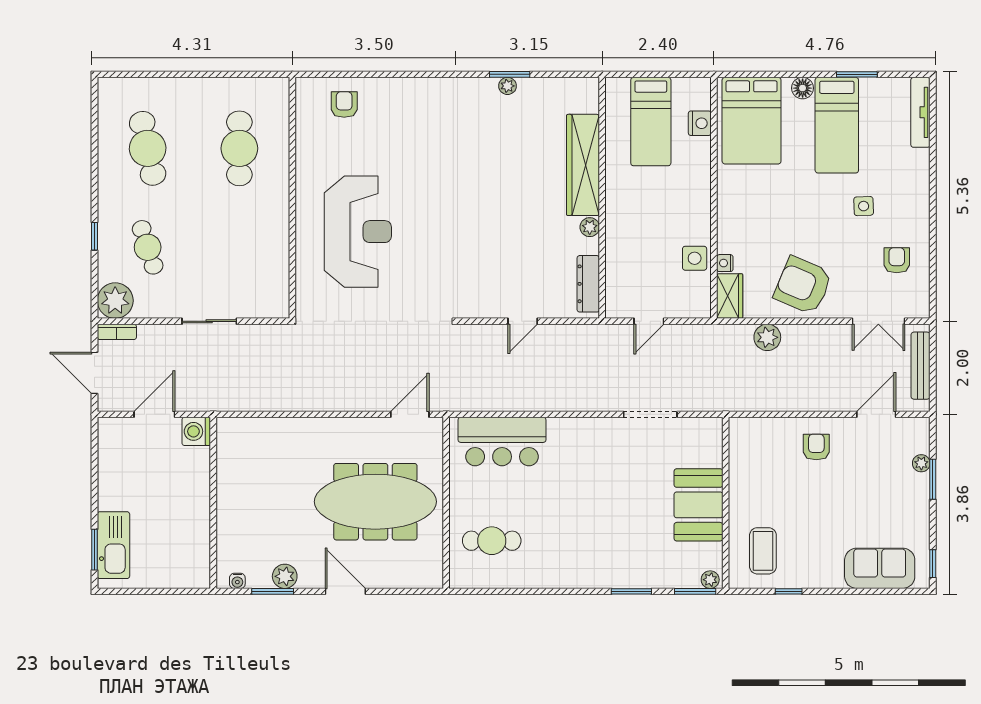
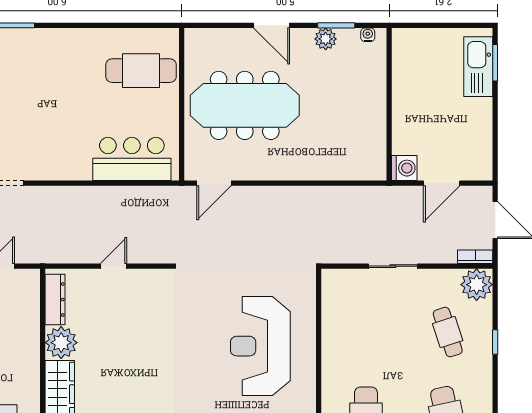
plant: (590, 227) -> (61, 343), width x1.87, depth x1.87
cafe table: (492, 541) -> (141, 71), width x1.37, depth x1.35

